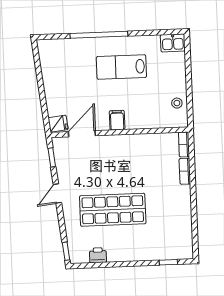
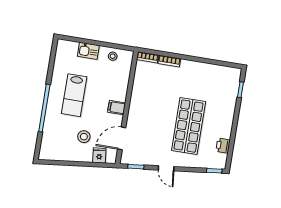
kitchen sink: (173, 43) -> (88, 51), moved, turned 90
stool: (75, 89) -> (84, 137), added
fridge: (58, 124) -> (99, 155), moved
door: (82, 134) -> (122, 138), hinge flipped

